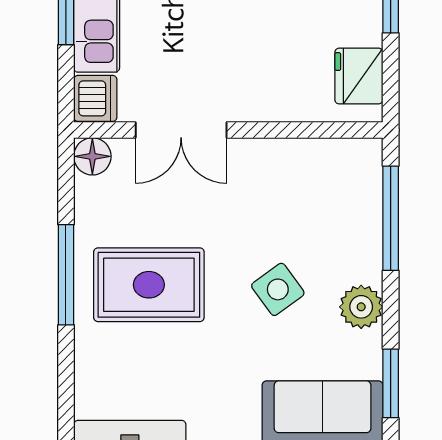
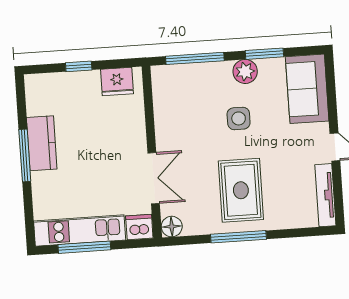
side table: (278, 289) -> (239, 118), turned 36
window: (391, 383) -> (264, 54), moved

